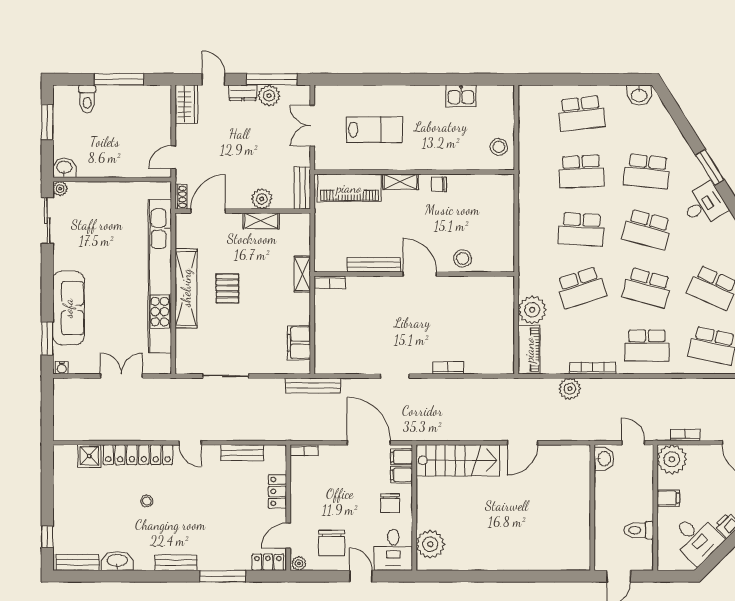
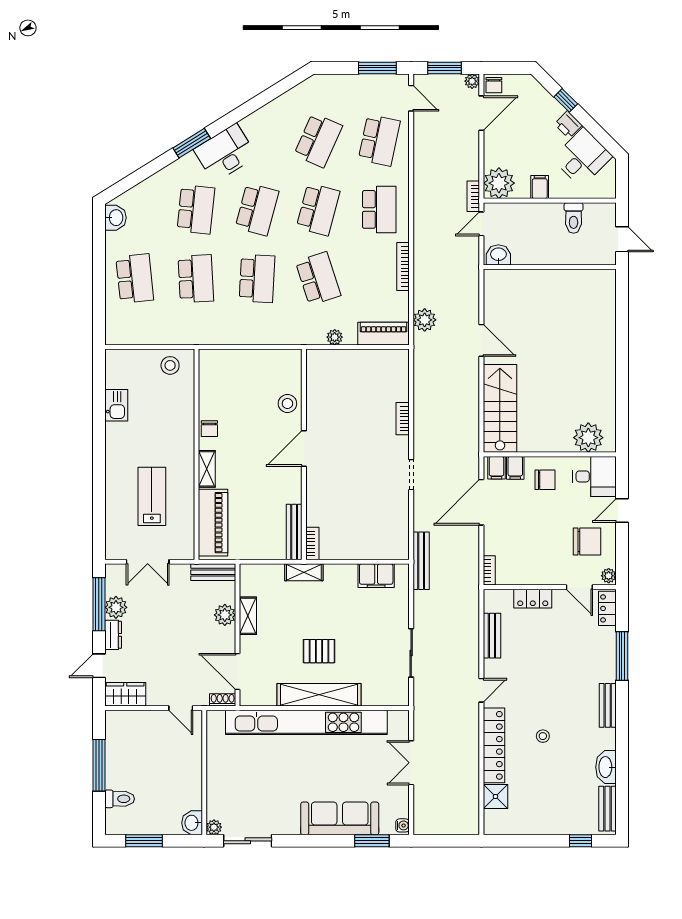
desk: (704, 205) -> (225, 153), width x1.37
bench: (374, 265) -> (294, 532), moved
plant: (532, 310) -> (335, 337), width x0.53, depth x0.53
plant: (570, 389) -> (425, 320), moved
bookcase: (685, 435) -> (473, 196), moved

